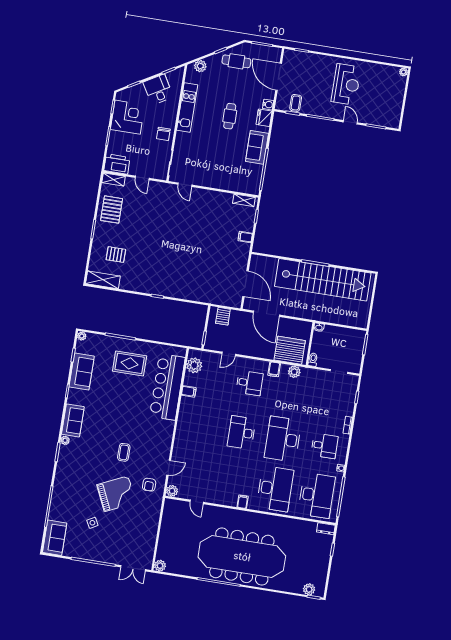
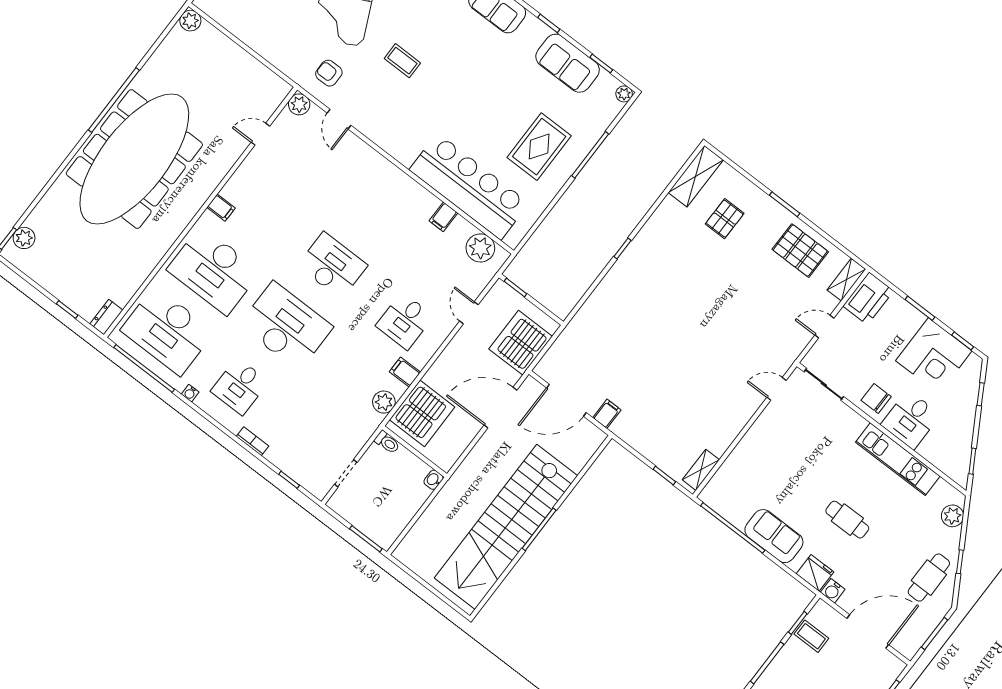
desk: (158, 90) -> (911, 420), moved, turned 120
filing cabinet: (245, 237) -> (607, 414), moved
server rack: (223, 316) -> (521, 343), width x2.18, depth x1.44

